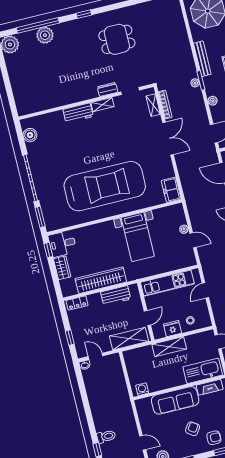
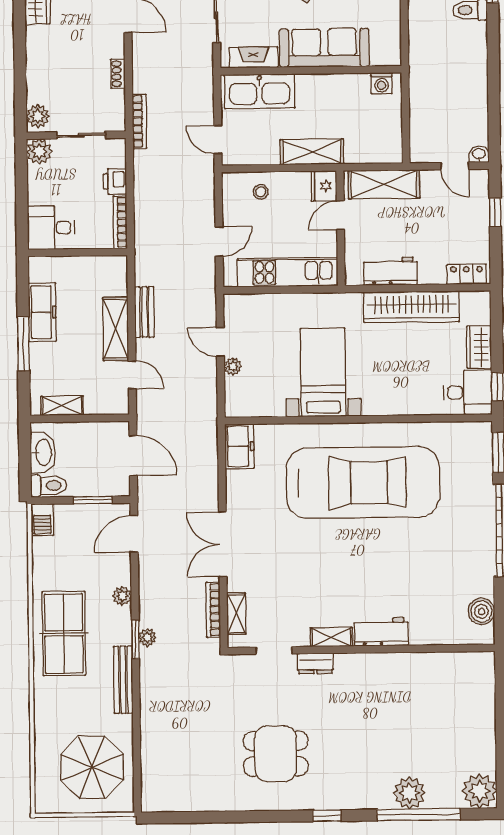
car: (105, 186) -> (363, 483), turned 180
fridge: (173, 329) -> (324, 186), moved, turned 90

